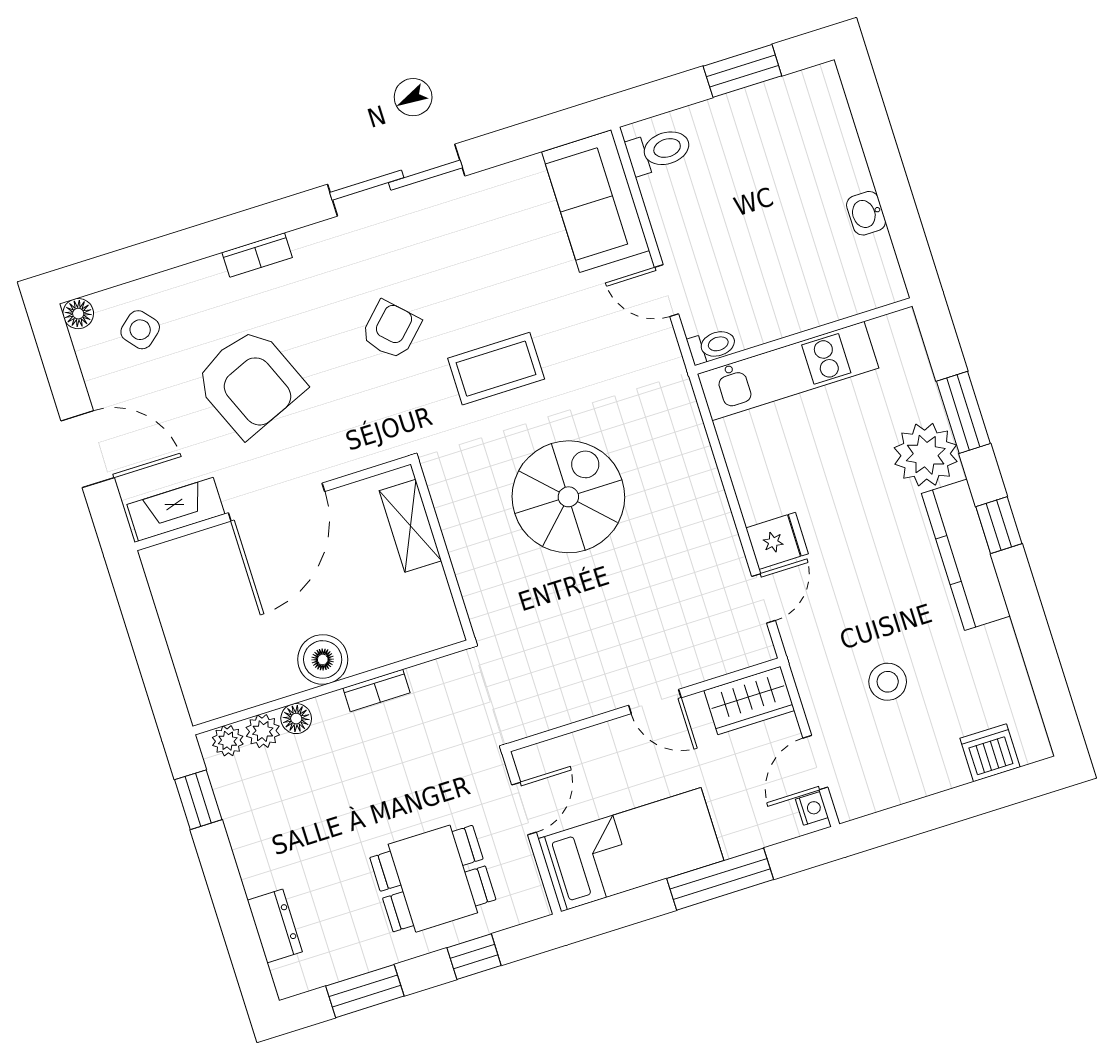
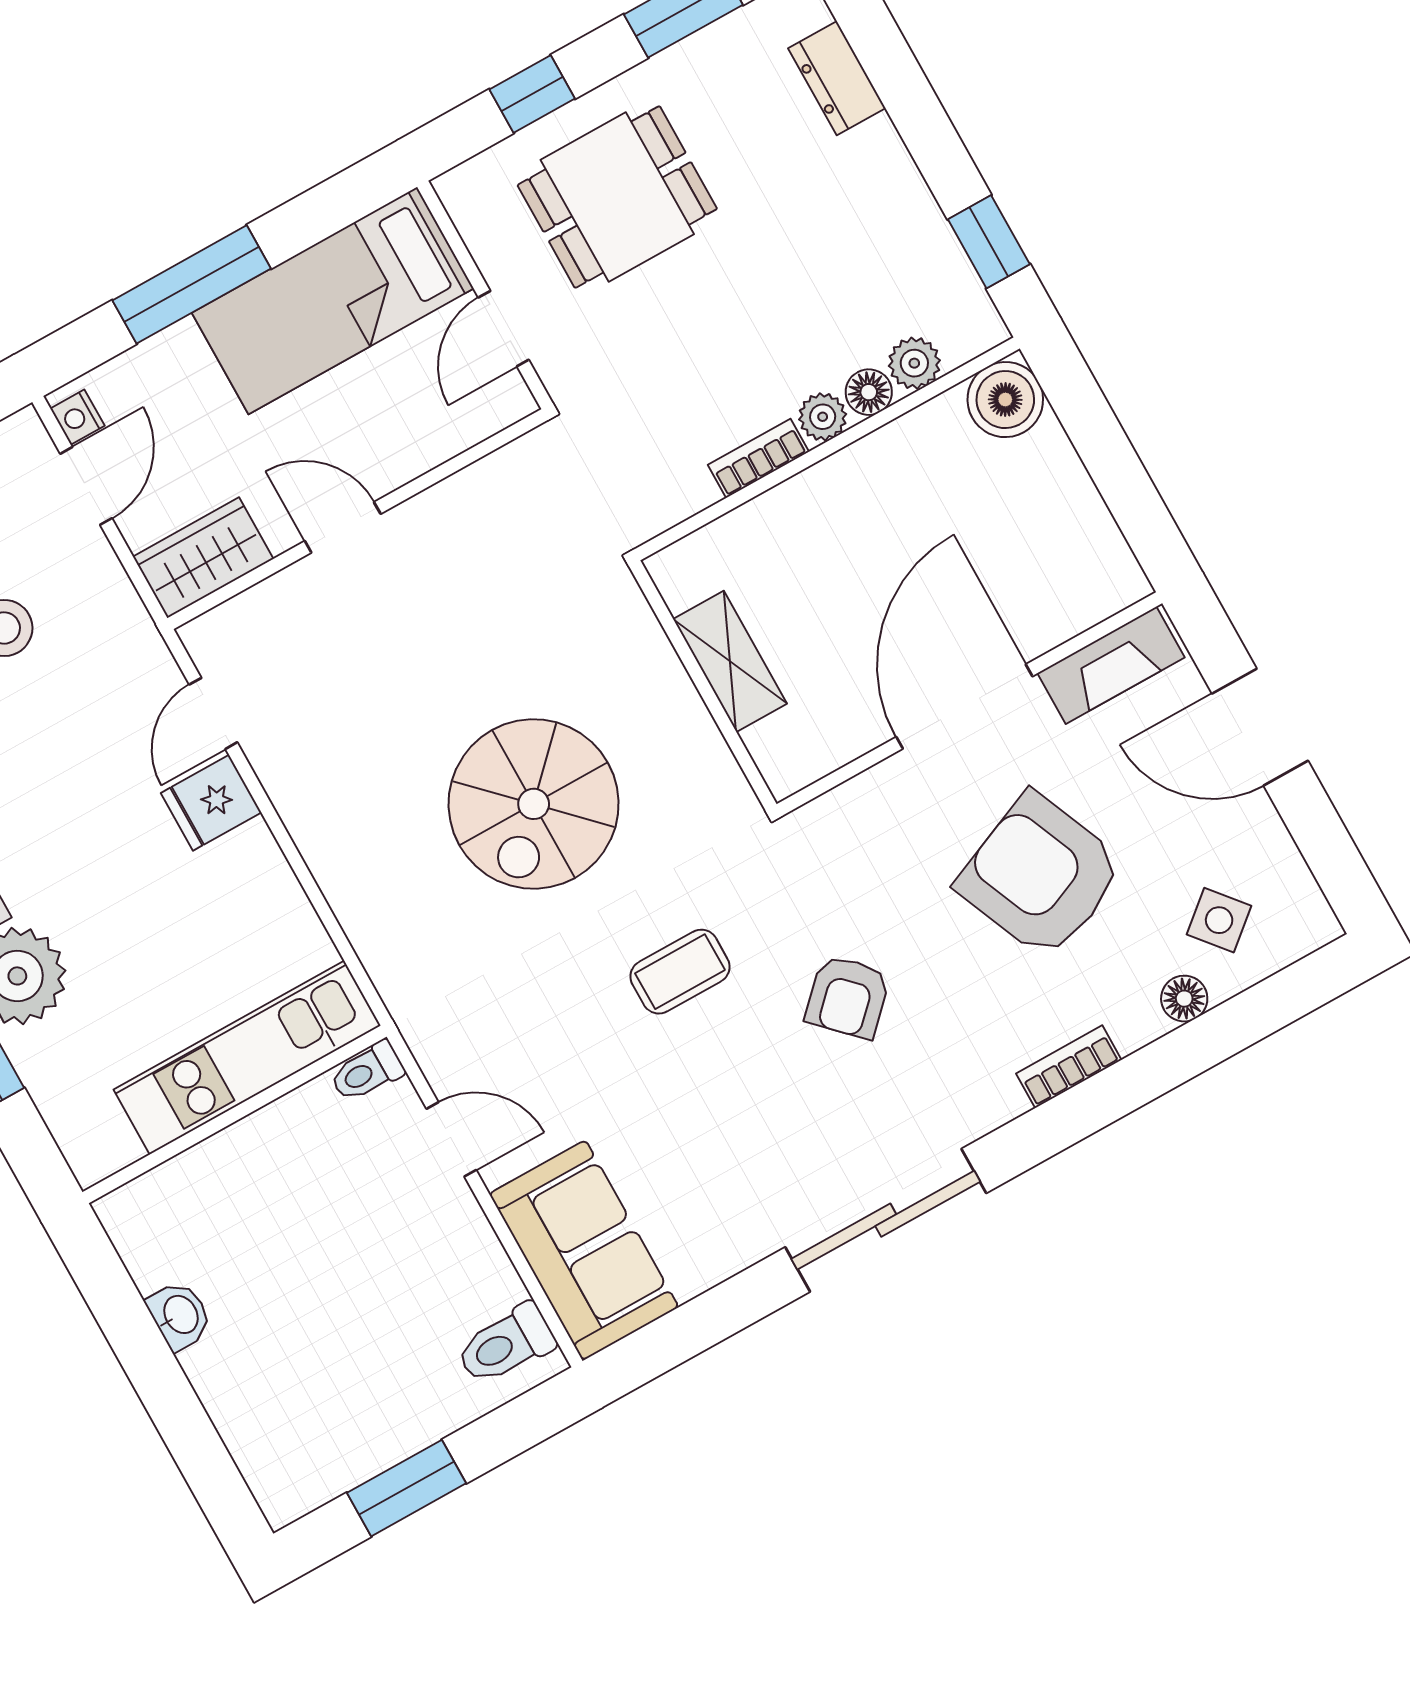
floor lamp: (78, 314) -> (1184, 999), moved
coffee table: (496, 369) -> (680, 972), width x0.73, depth x0.77
shelving: (410, 526) -> (730, 661), moved
boiler: (323, 659) -> (1005, 400), moved
plant: (228, 741) -> (823, 417), moved

